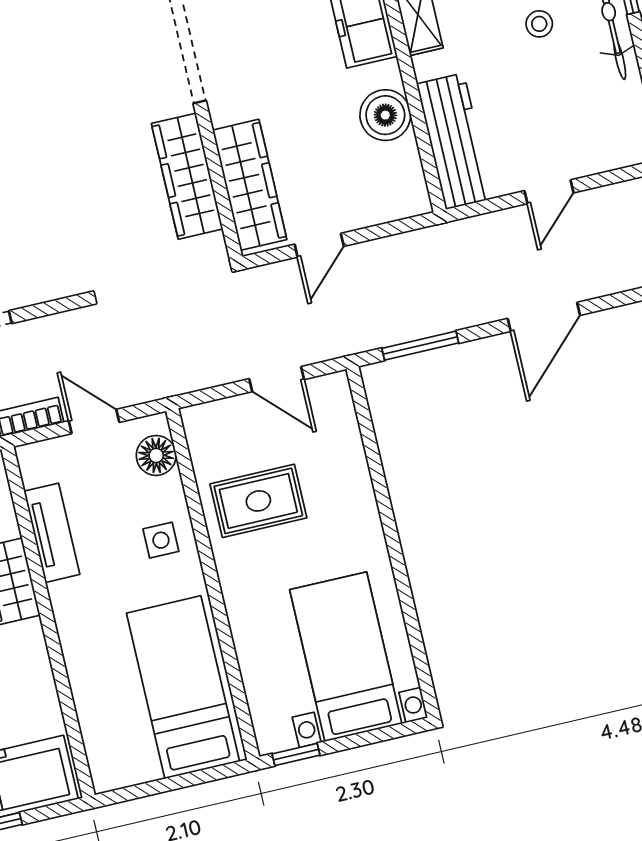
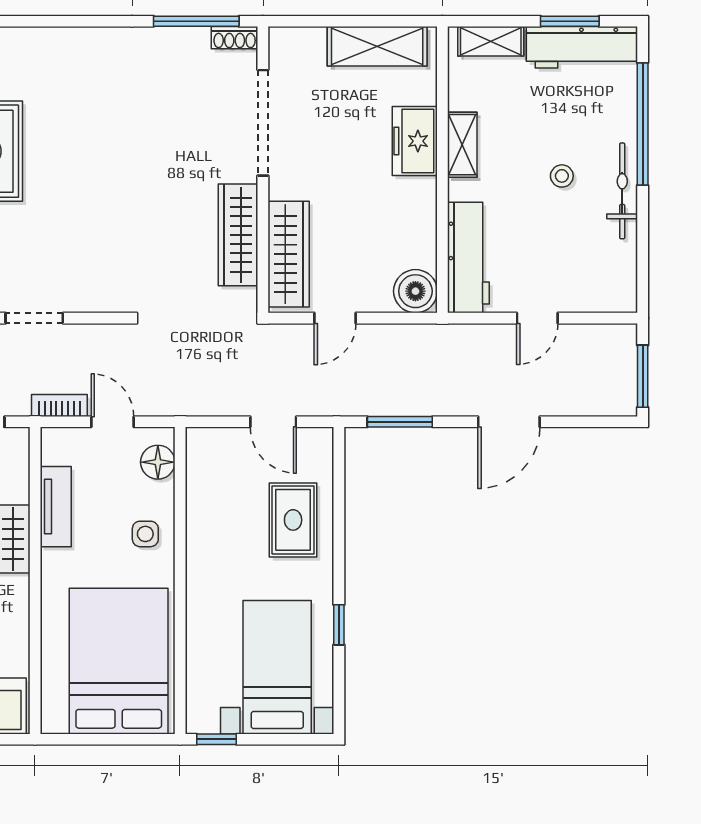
boiler: (385, 115) -> (415, 291), moved
rug: (258, 501) -> (293, 520), moved, turned 90
window: (405, 592) -> (339, 625), added
bed: (183, 687) -> (119, 661), width x1.50

